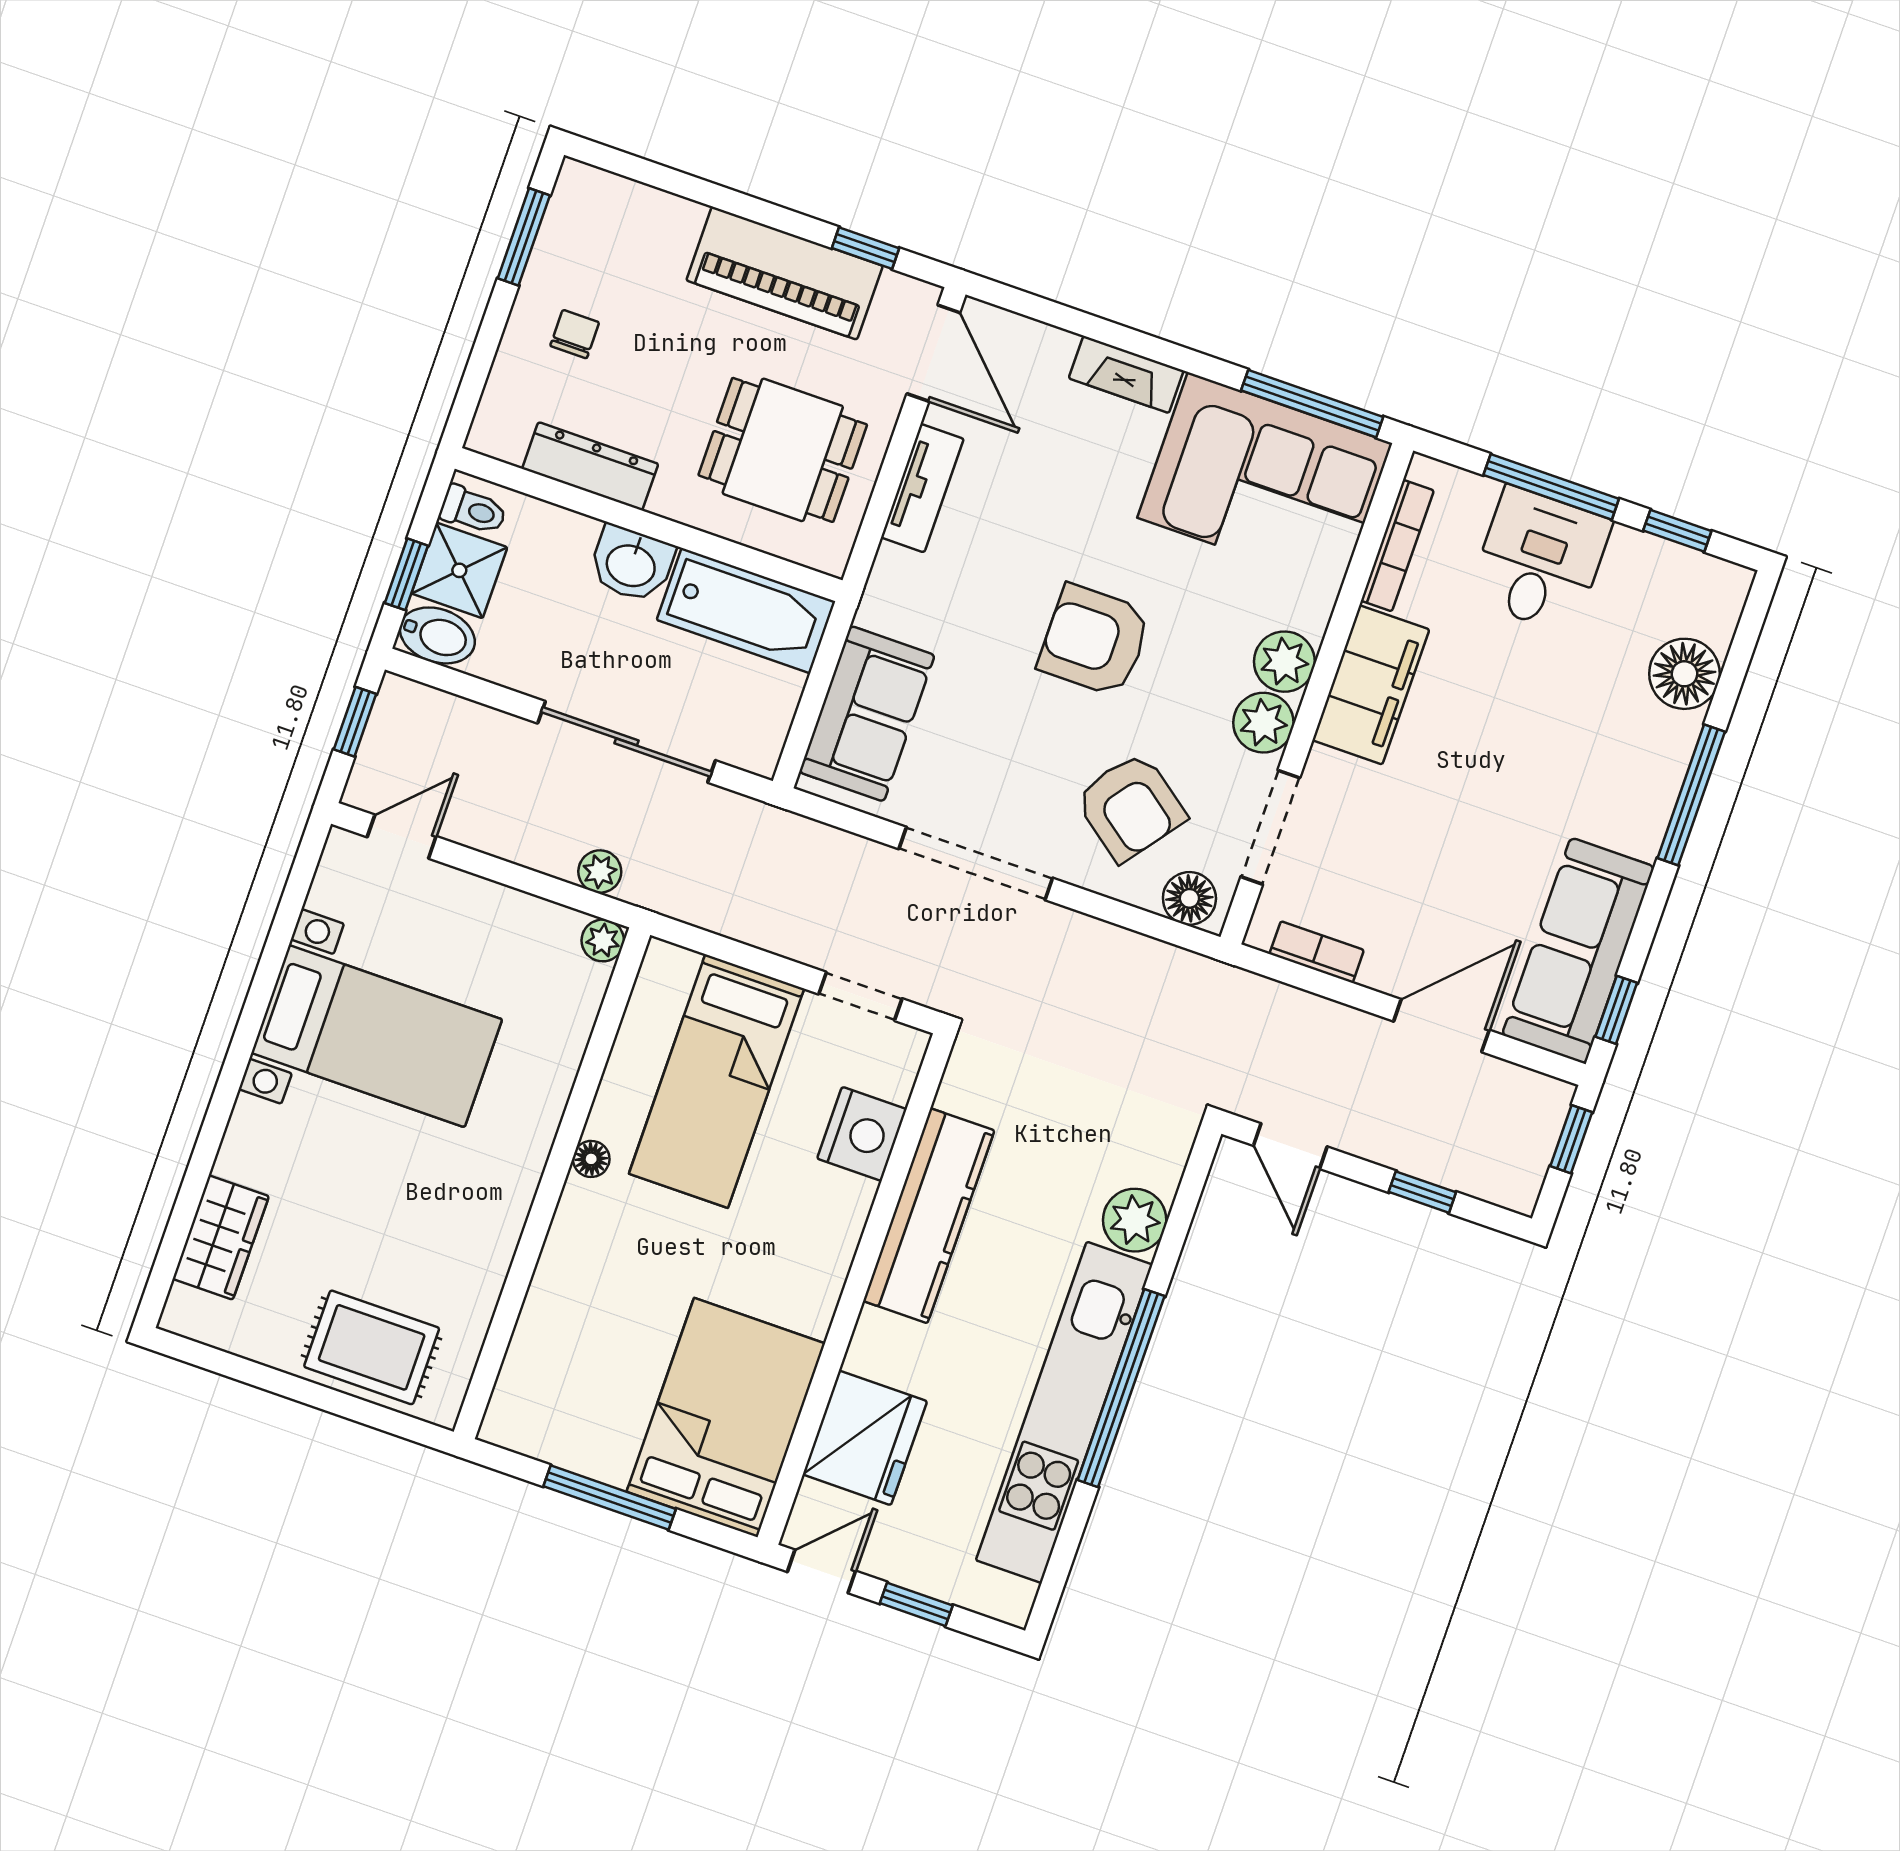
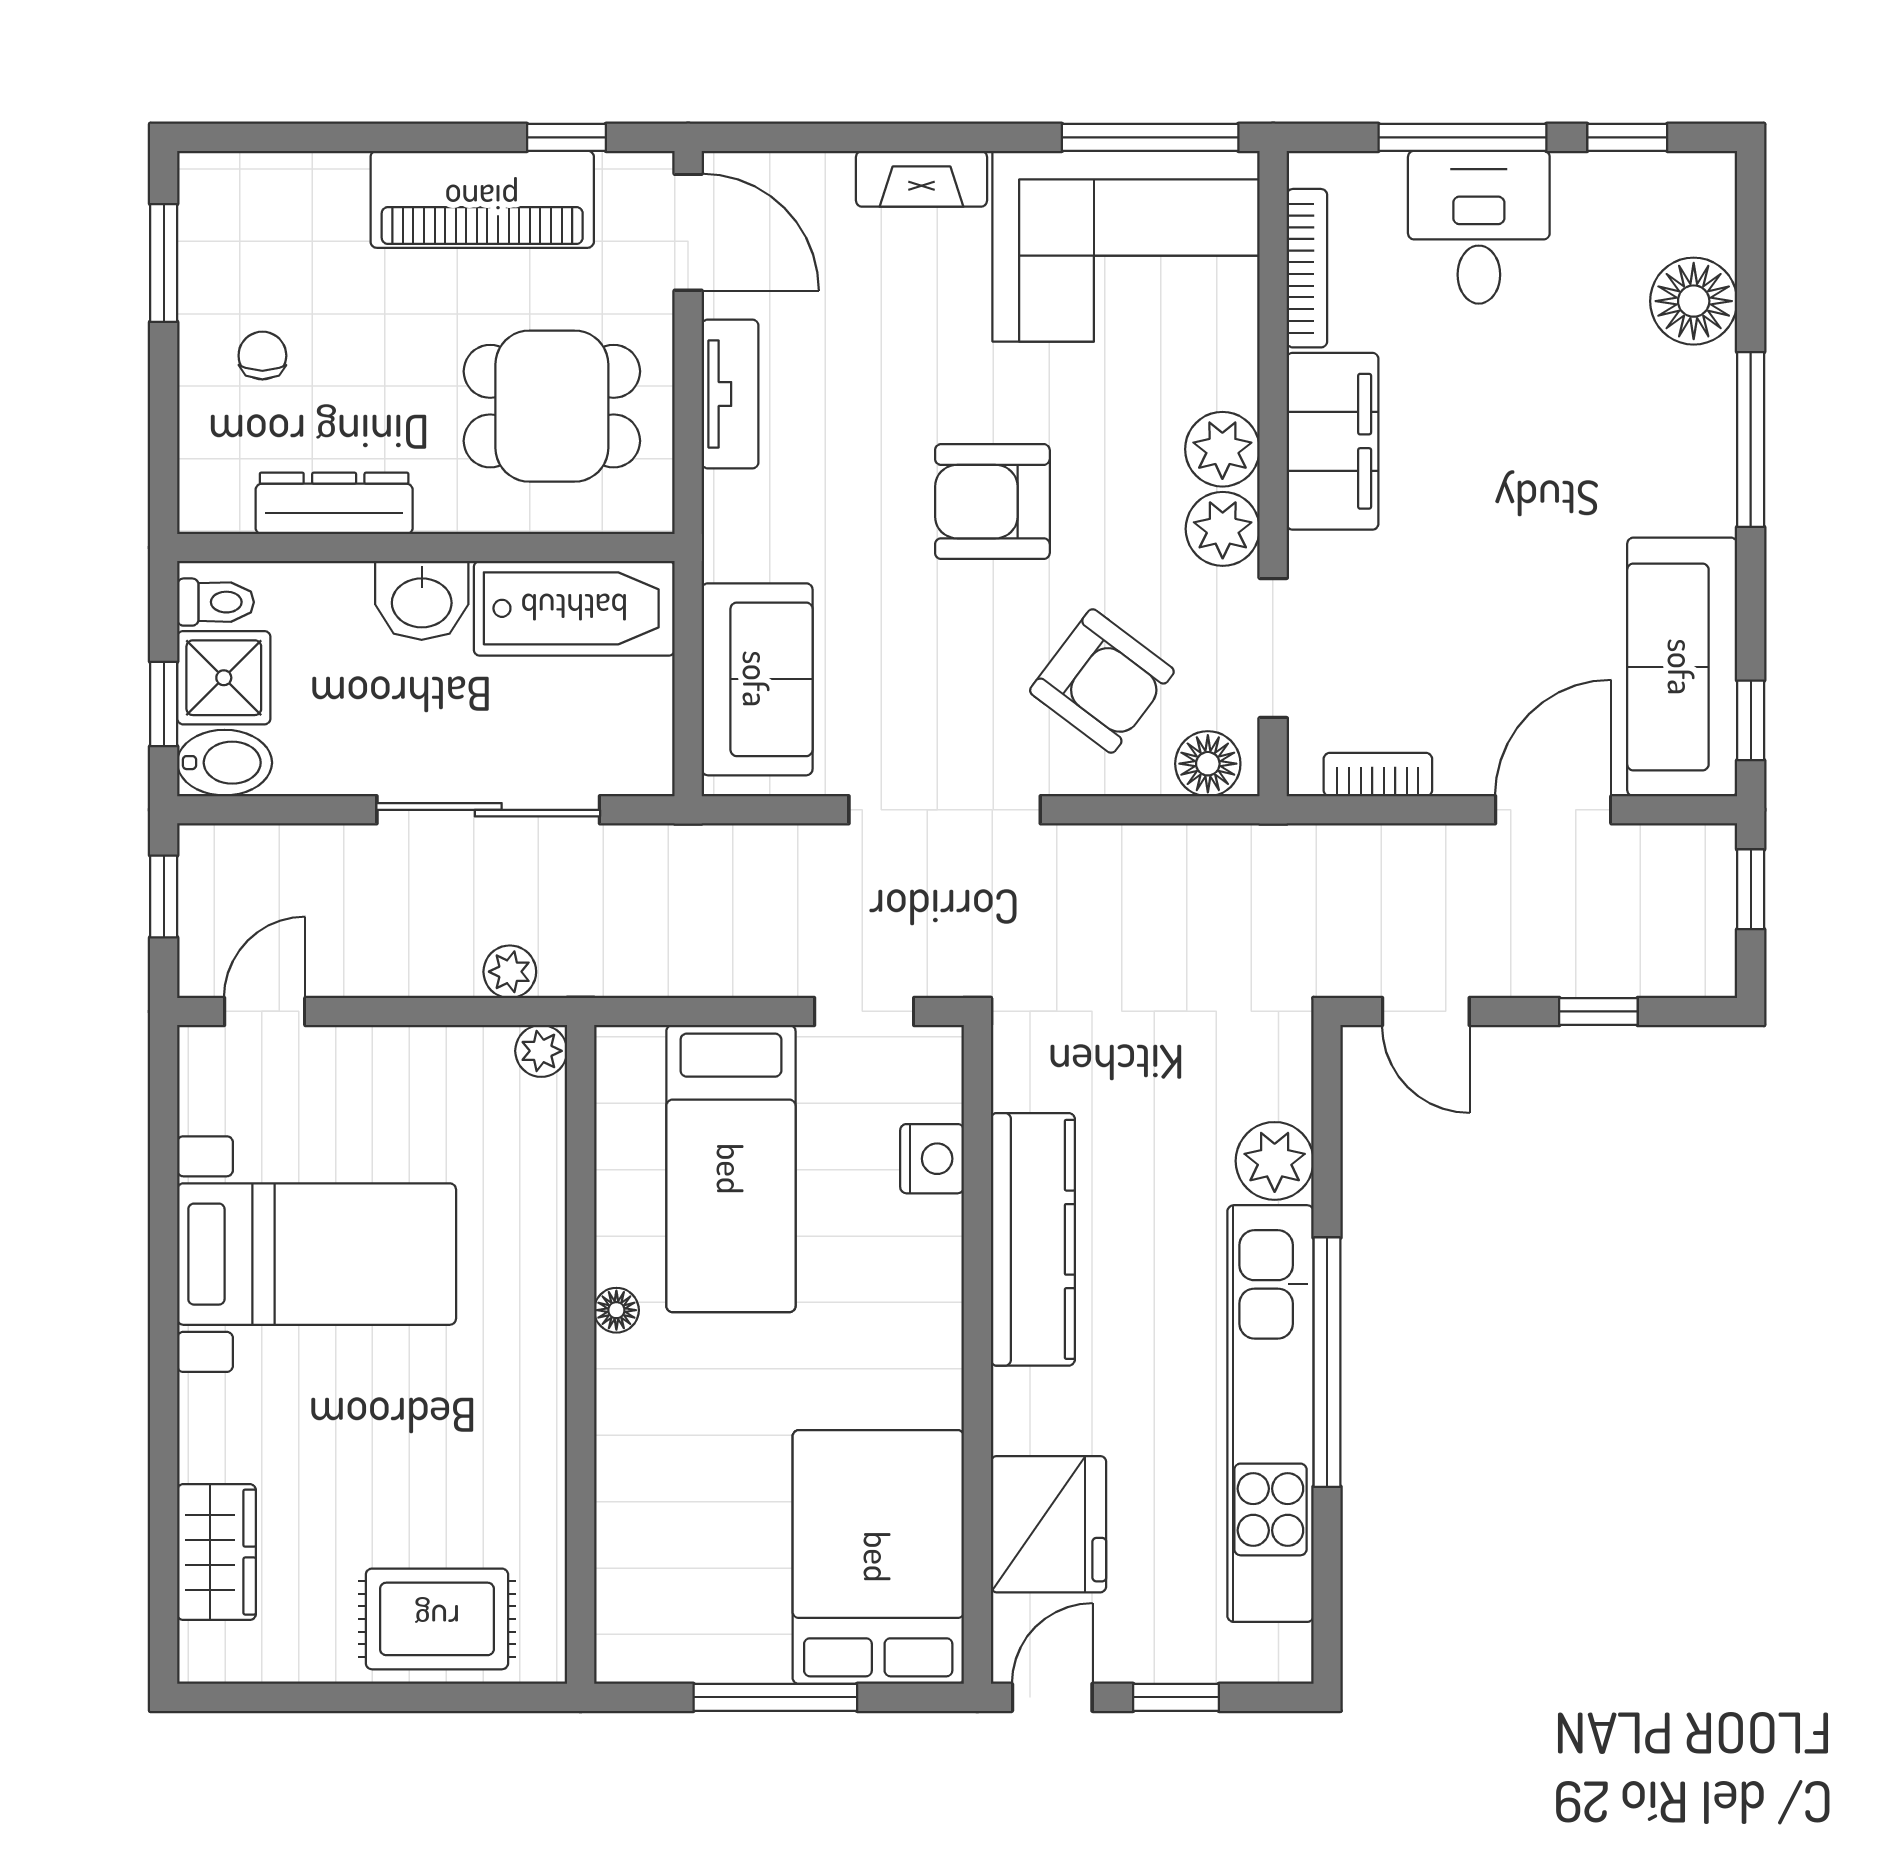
nightstand: (862, 1134) -> (932, 1159), width x0.74, depth x0.75

